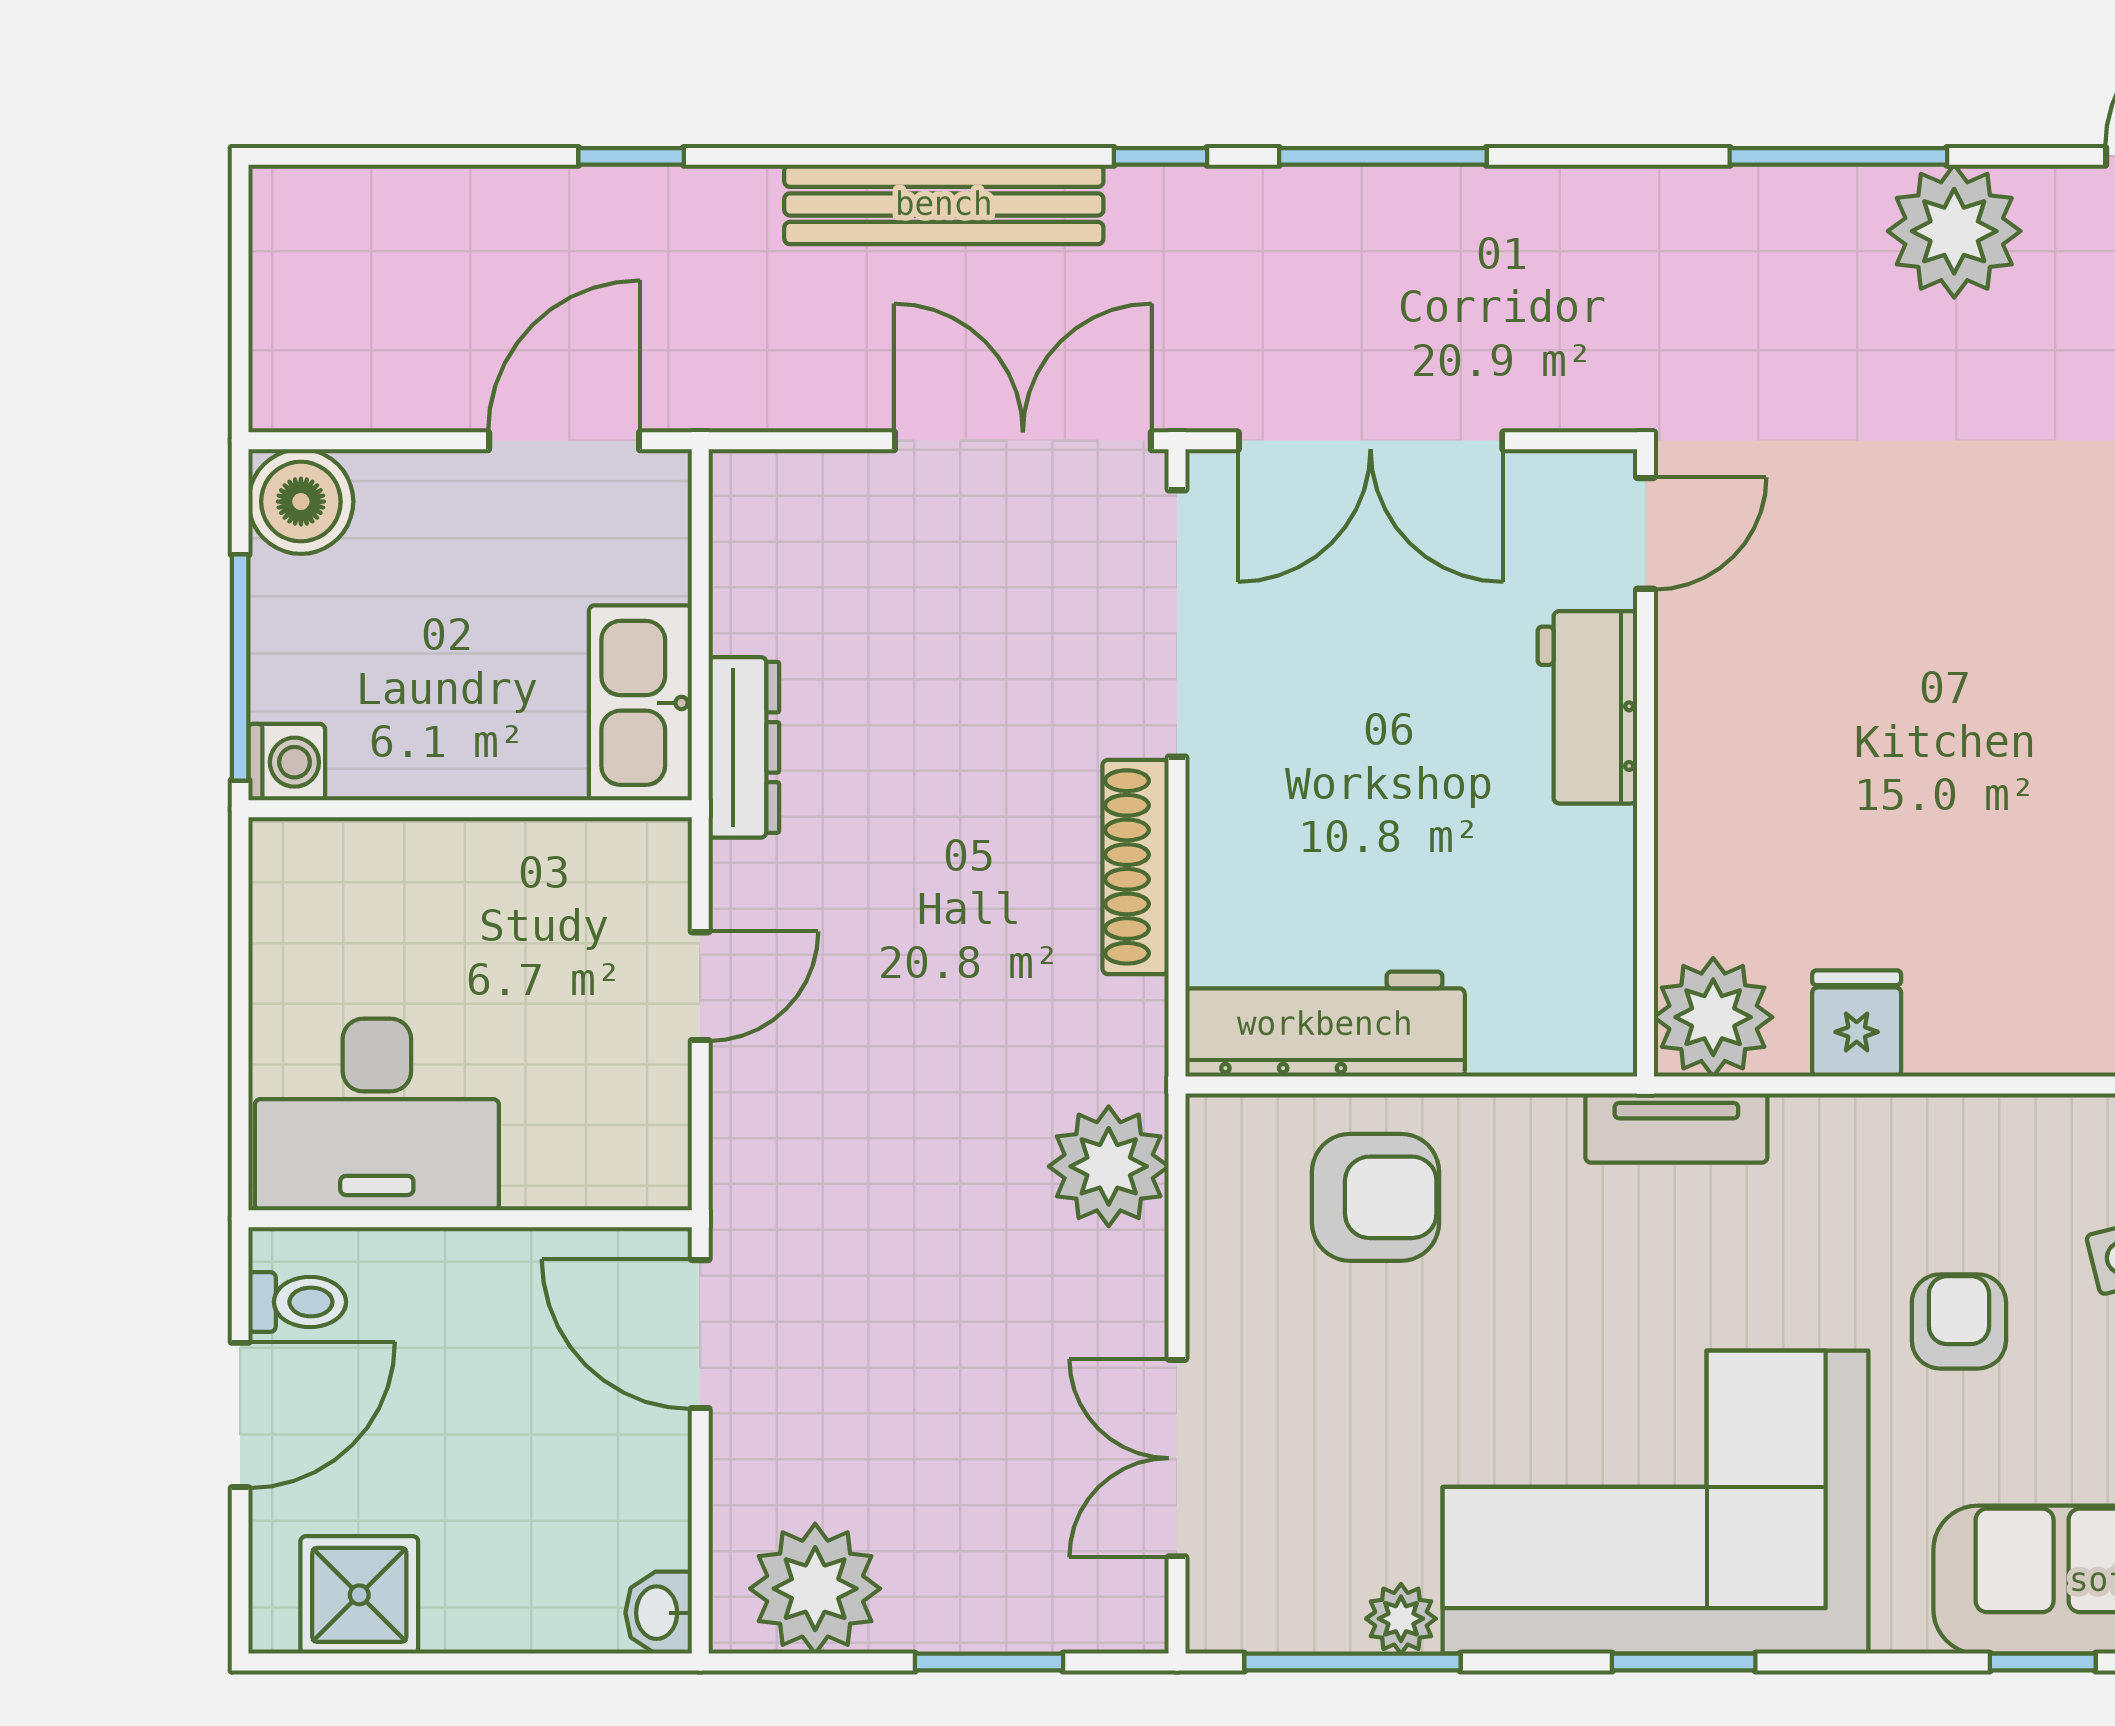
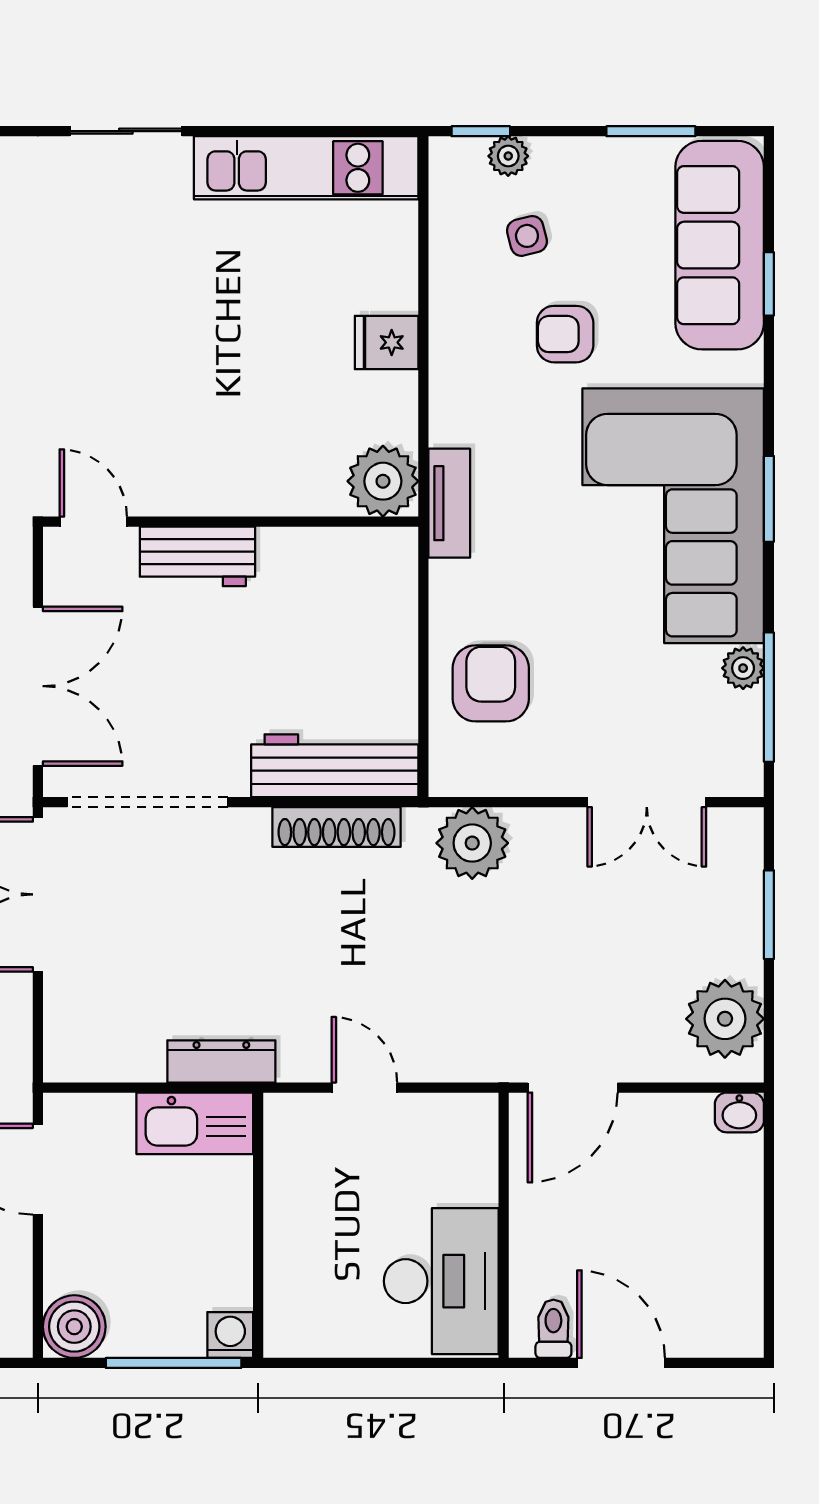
shoe rack: (1136, 867) -> (337, 827), moved
fridge: (1857, 1023) -> (387, 342), moved
workbench: (1325, 1024) -> (335, 766), moved, turned 90
shower: (359, 1595) -> (729, 1292), removed

